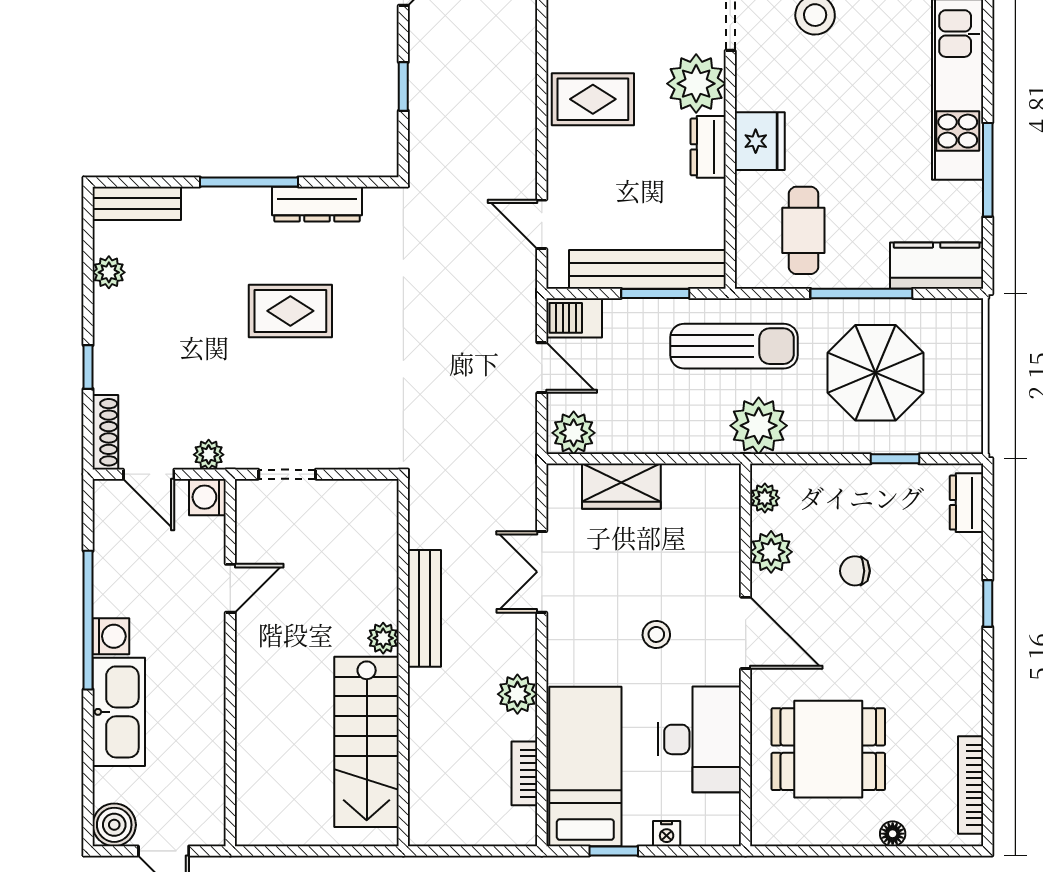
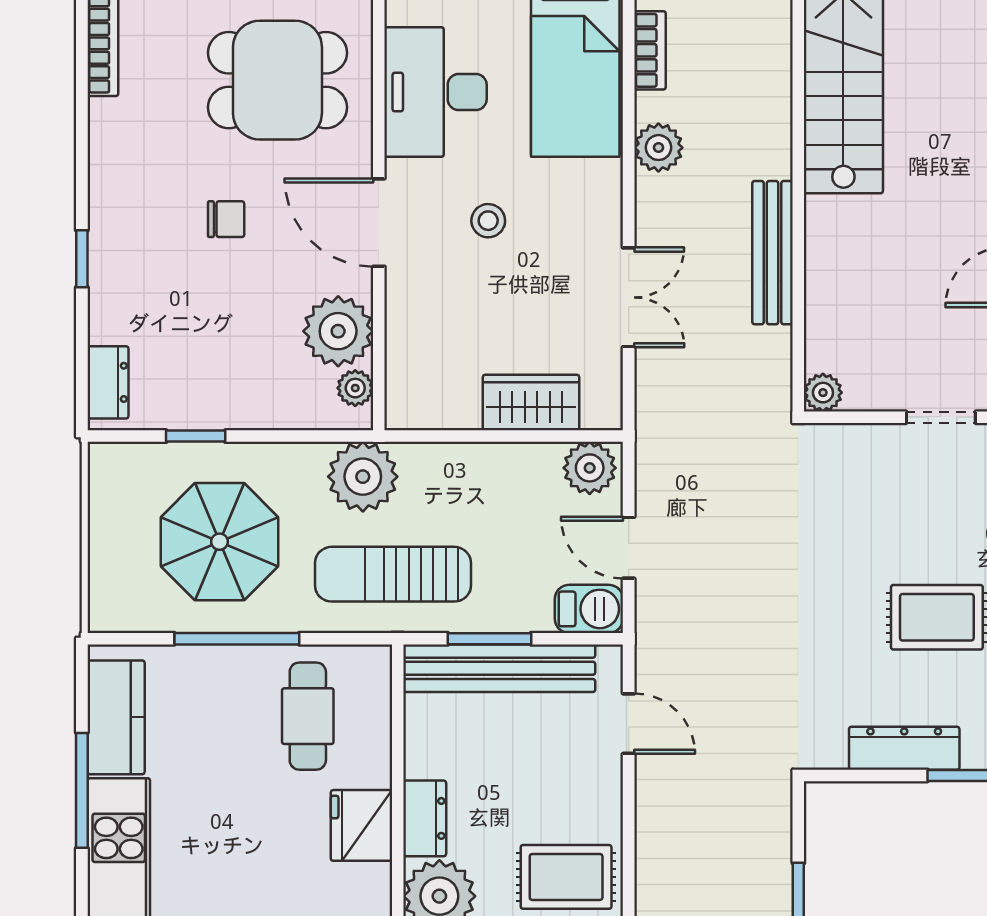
kitchen counter: (937, 266) -> (116, 717), moved, turned -90
plant: (771, 552) -> (338, 331), width x1.36, depth x1.36
chair: (855, 571) -> (226, 219), moved
plant: (383, 638) -> (823, 393), moved

